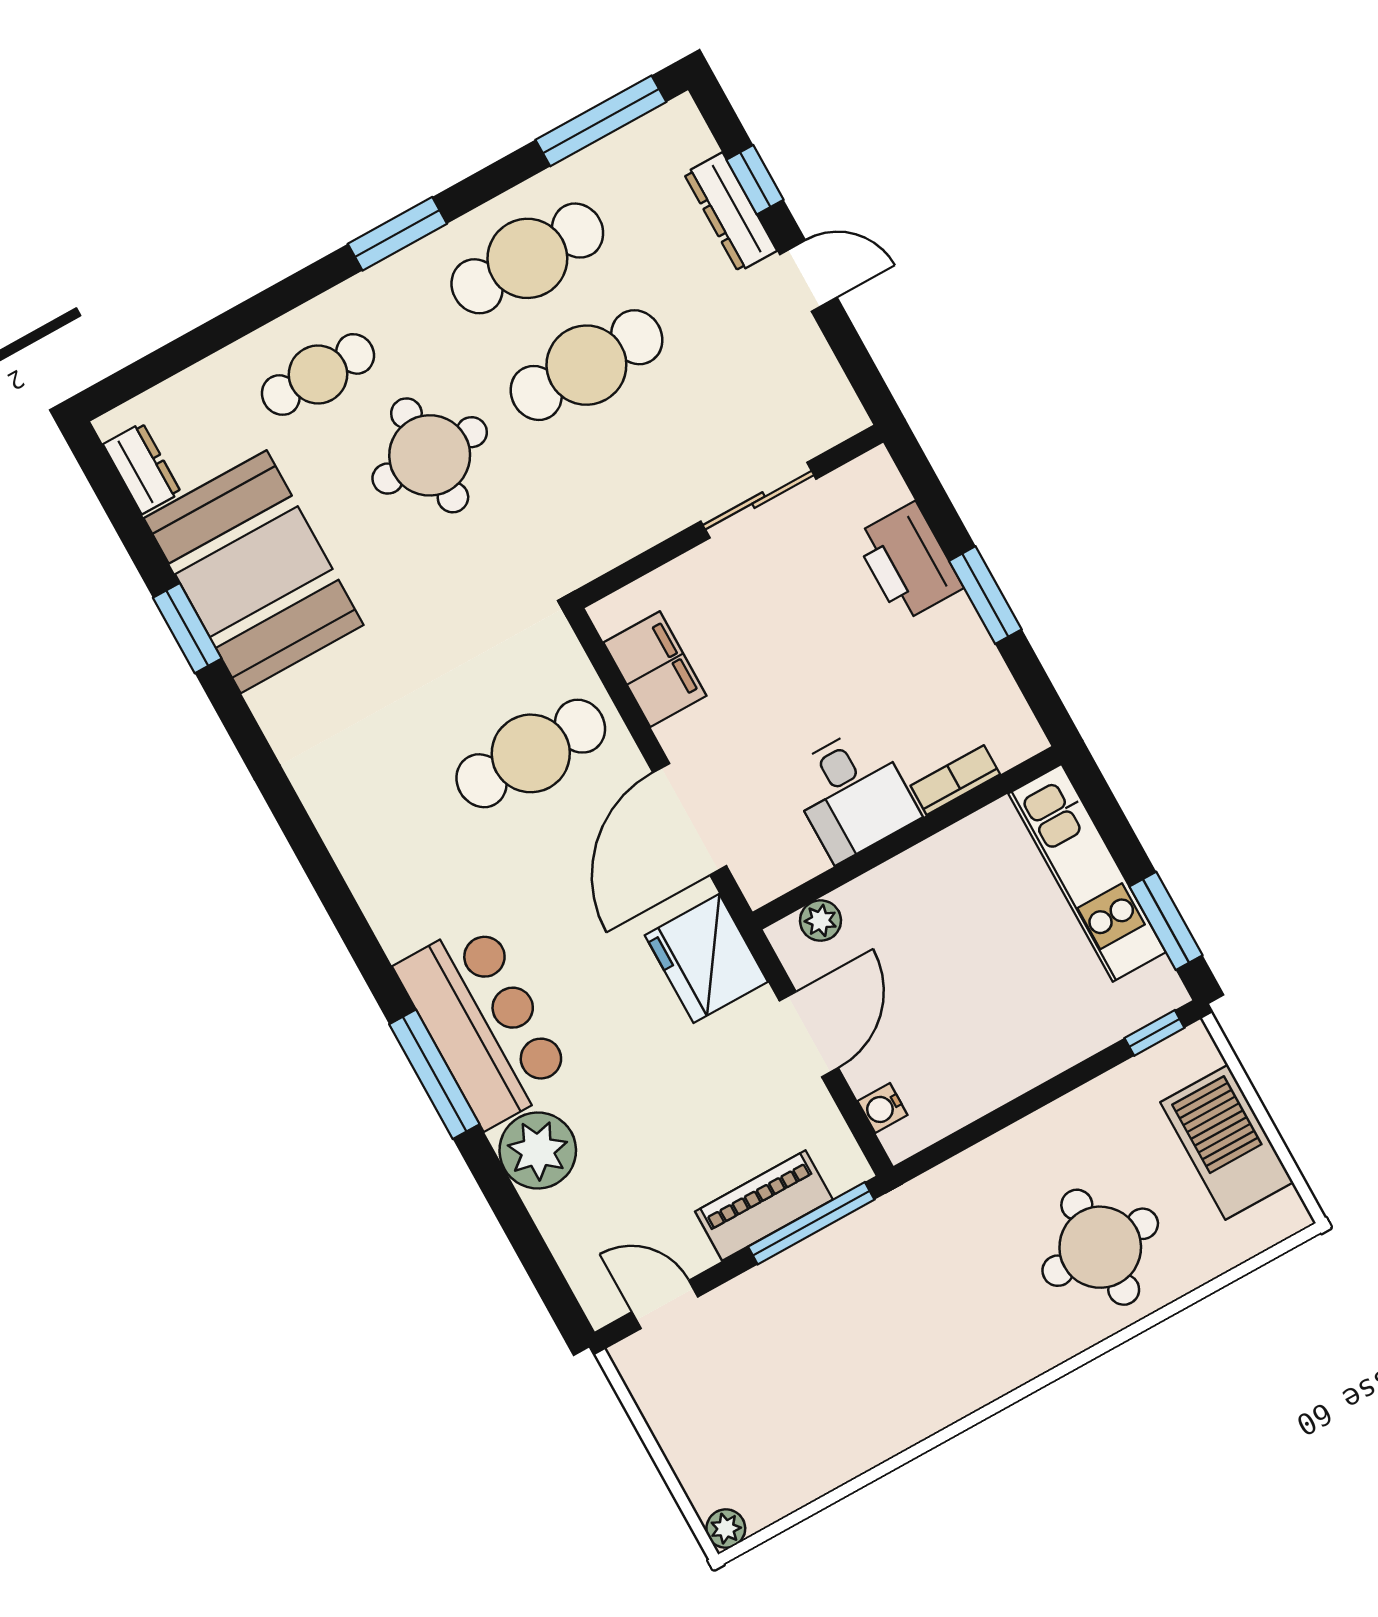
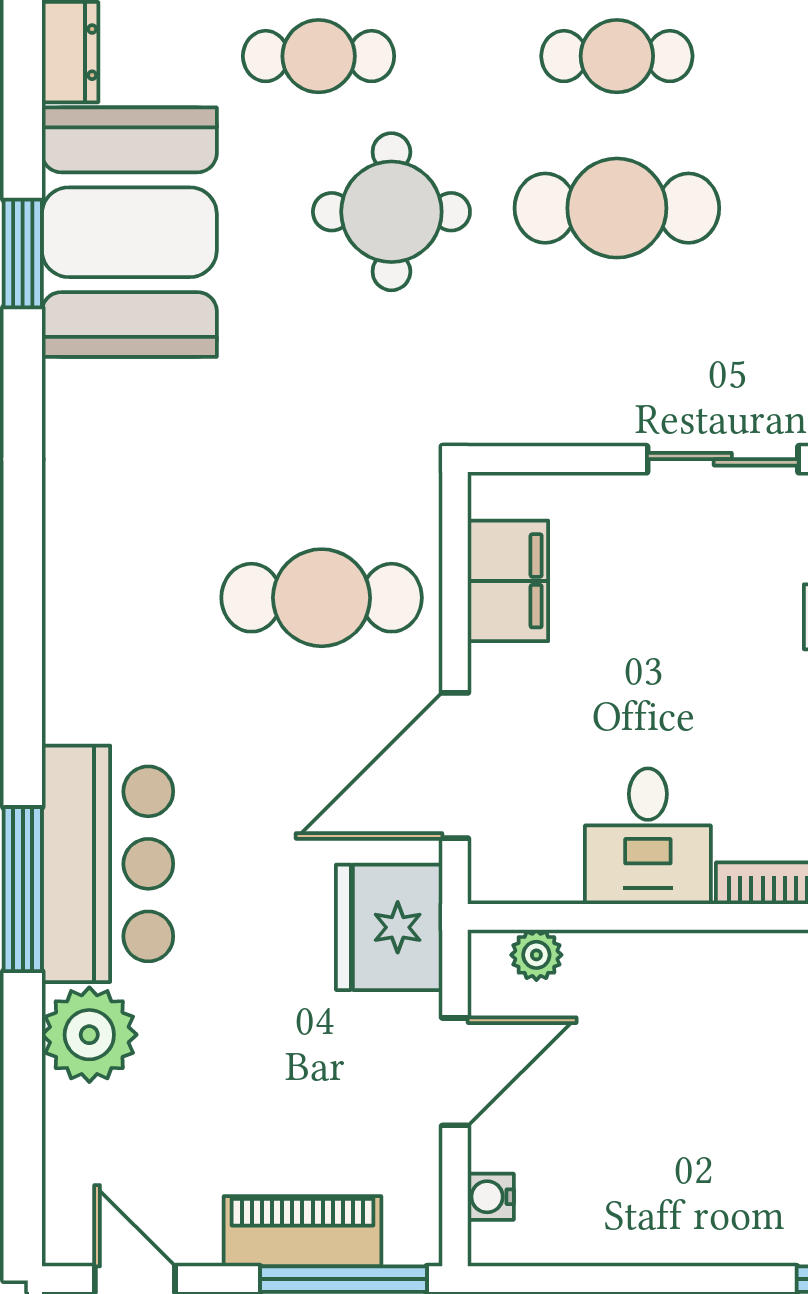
cafe table: (527, 258) -> (617, 56), width x0.73, depth x0.74

